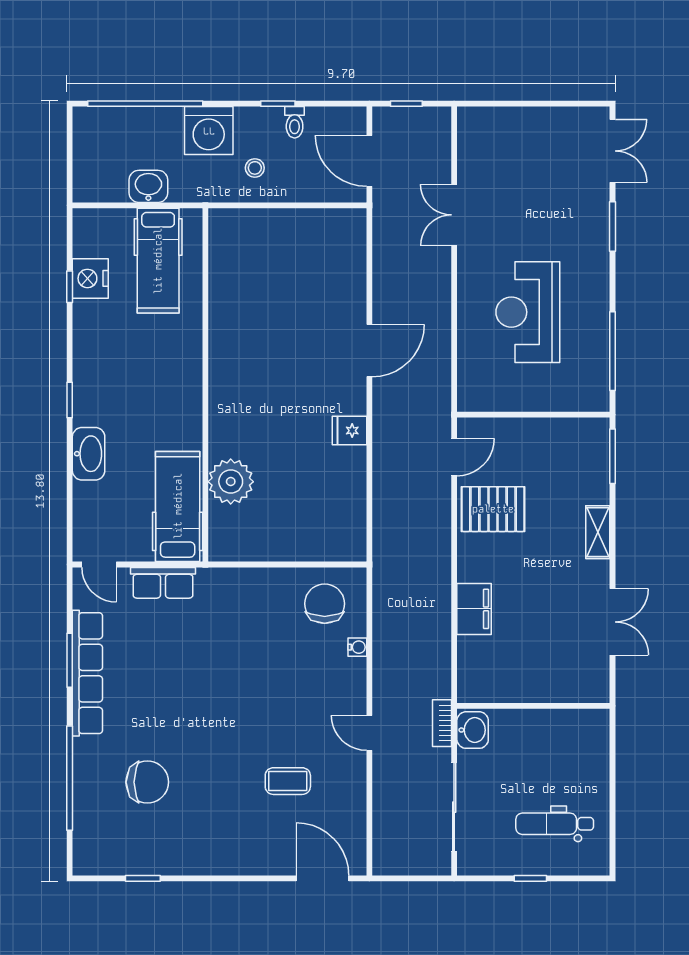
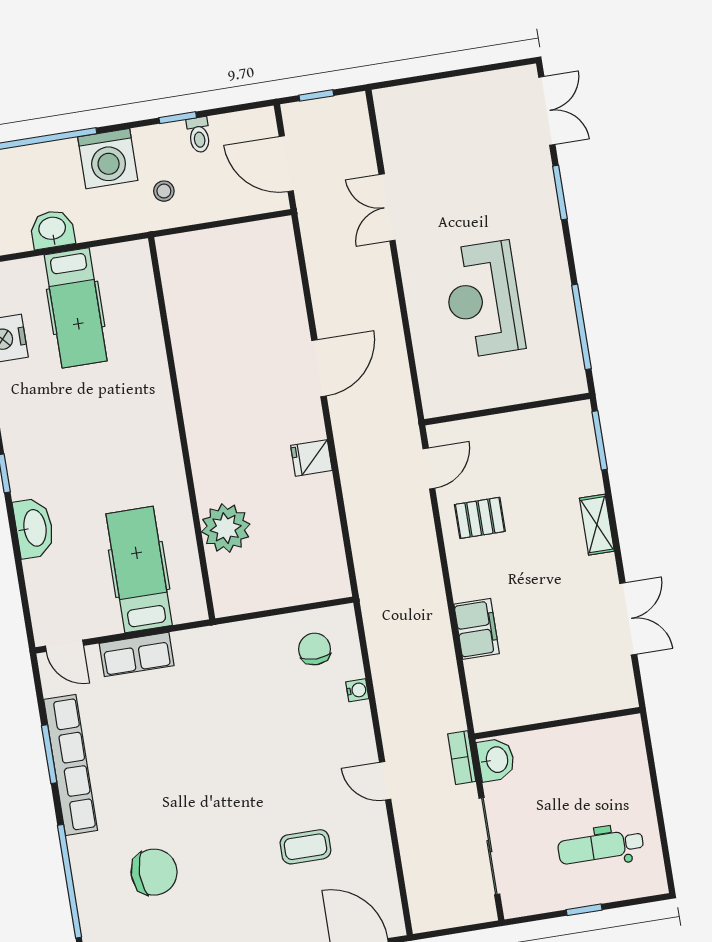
wall: (205, 385) -> (182, 428), moved
plant: (231, 482) -> (226, 528), moved
pallet: (493, 509) -> (480, 518), width x0.67, depth x0.71
chair: (325, 604) -> (315, 649), width x0.73, depth x0.73

